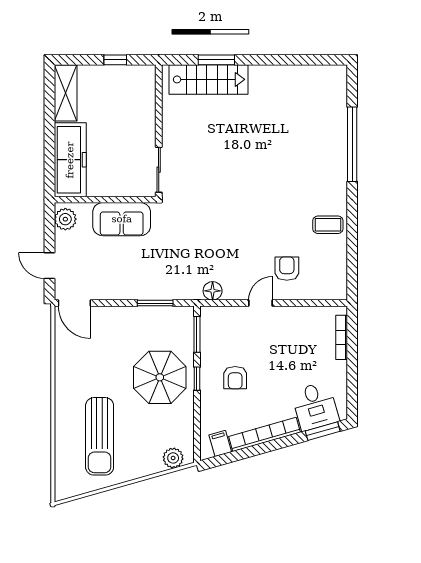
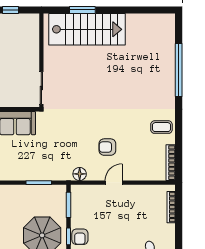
stairs: (209, 79) -> (87, 29), width x1.36, depth x1.51
armchair: (287, 269) -> (107, 147), moved, turned -90
bookcase: (341, 275) -> (171, 163), added
armchair: (235, 378) -> (80, 237), moved

